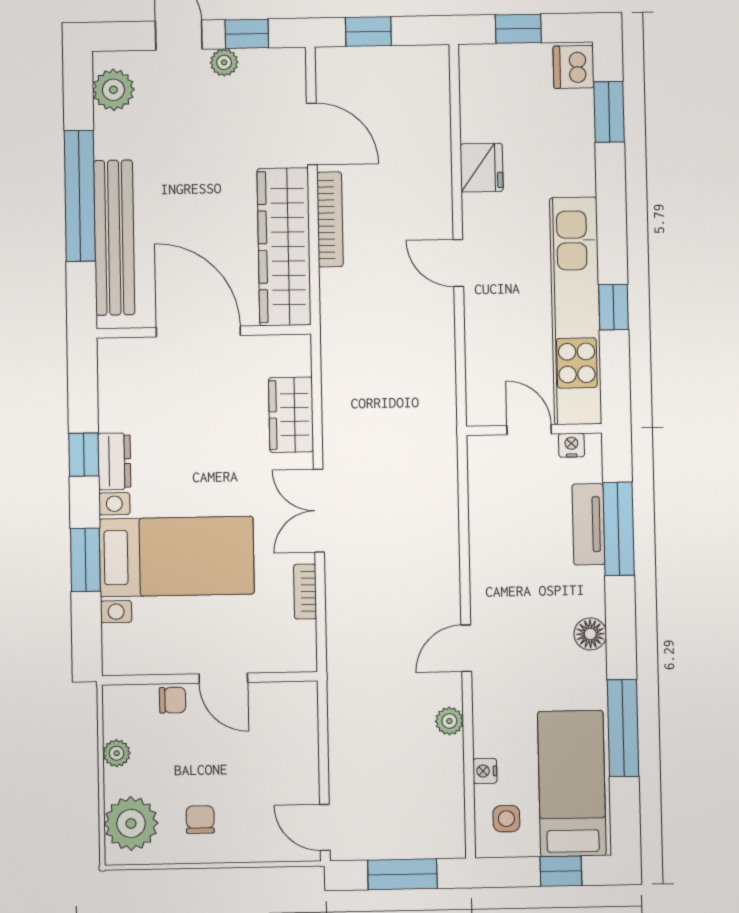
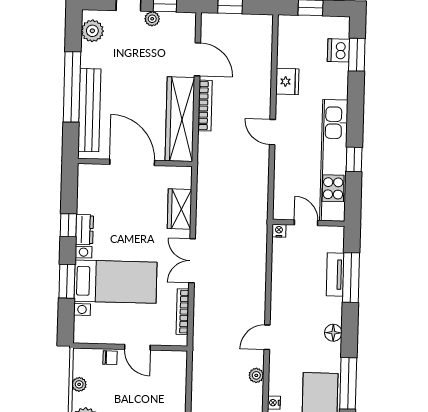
dishwasher: (574, 67) -> (339, 50), moved
nightstand: (571, 445) -> (279, 231), moved
bookcase: (305, 592) -> (183, 312), width x1.56

